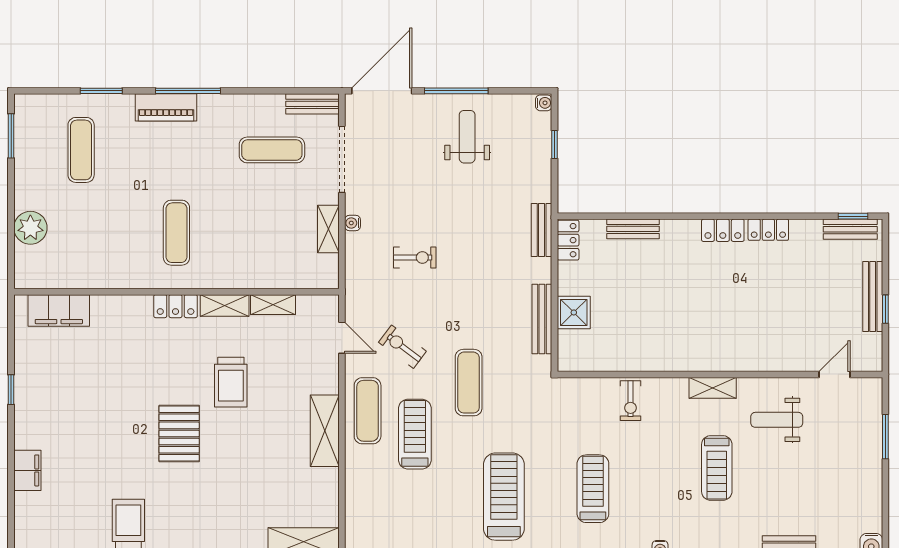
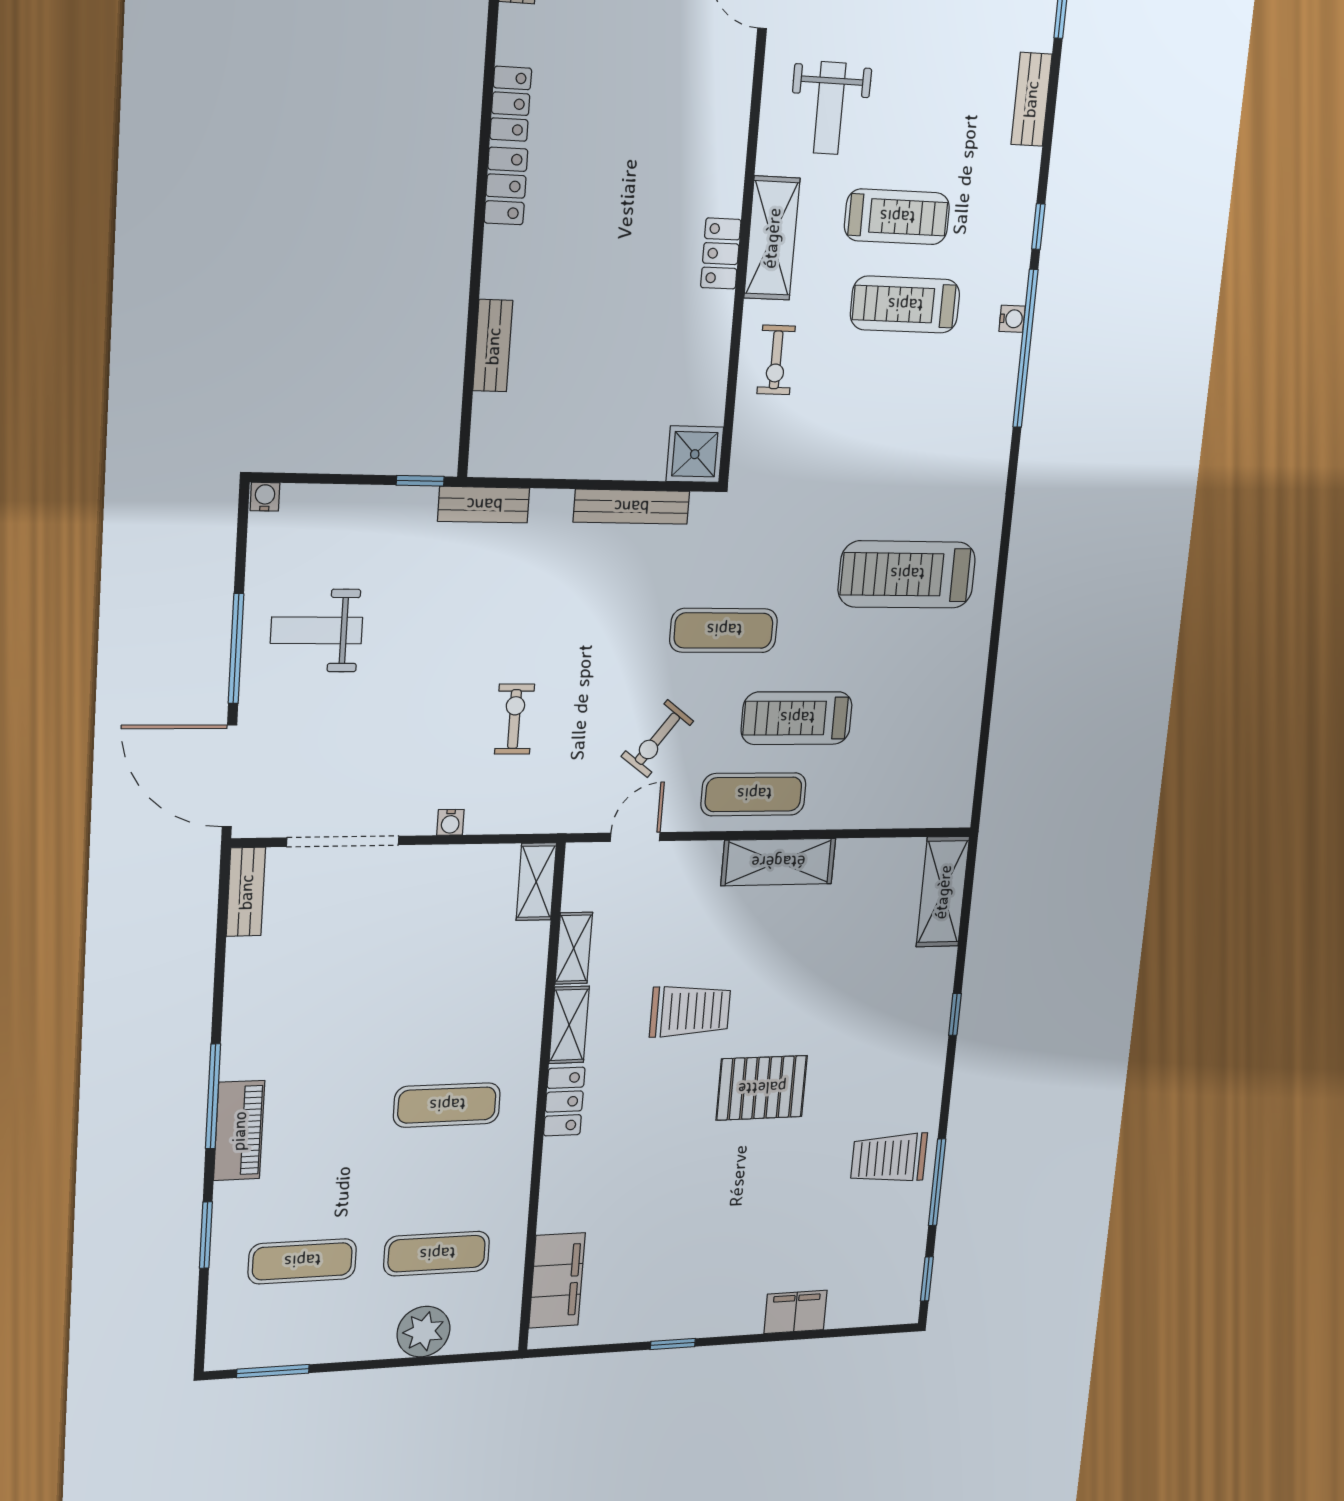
window: (555, 145) -> (420, 481), moved
exercise mat: (272, 150) -> (437, 1254), moved, turned 90
shelving: (328, 229) -> (536, 882), moved, turned 90
locker: (568, 240) -> (721, 254), moved, turned -90
shower: (574, 312) -> (695, 454), moved
shelving: (713, 388) -> (772, 238), width x1.50, depth x1.33
exercise bike: (631, 401) -> (776, 360), turned 90
treadmill: (593, 489) -> (905, 305), moved

